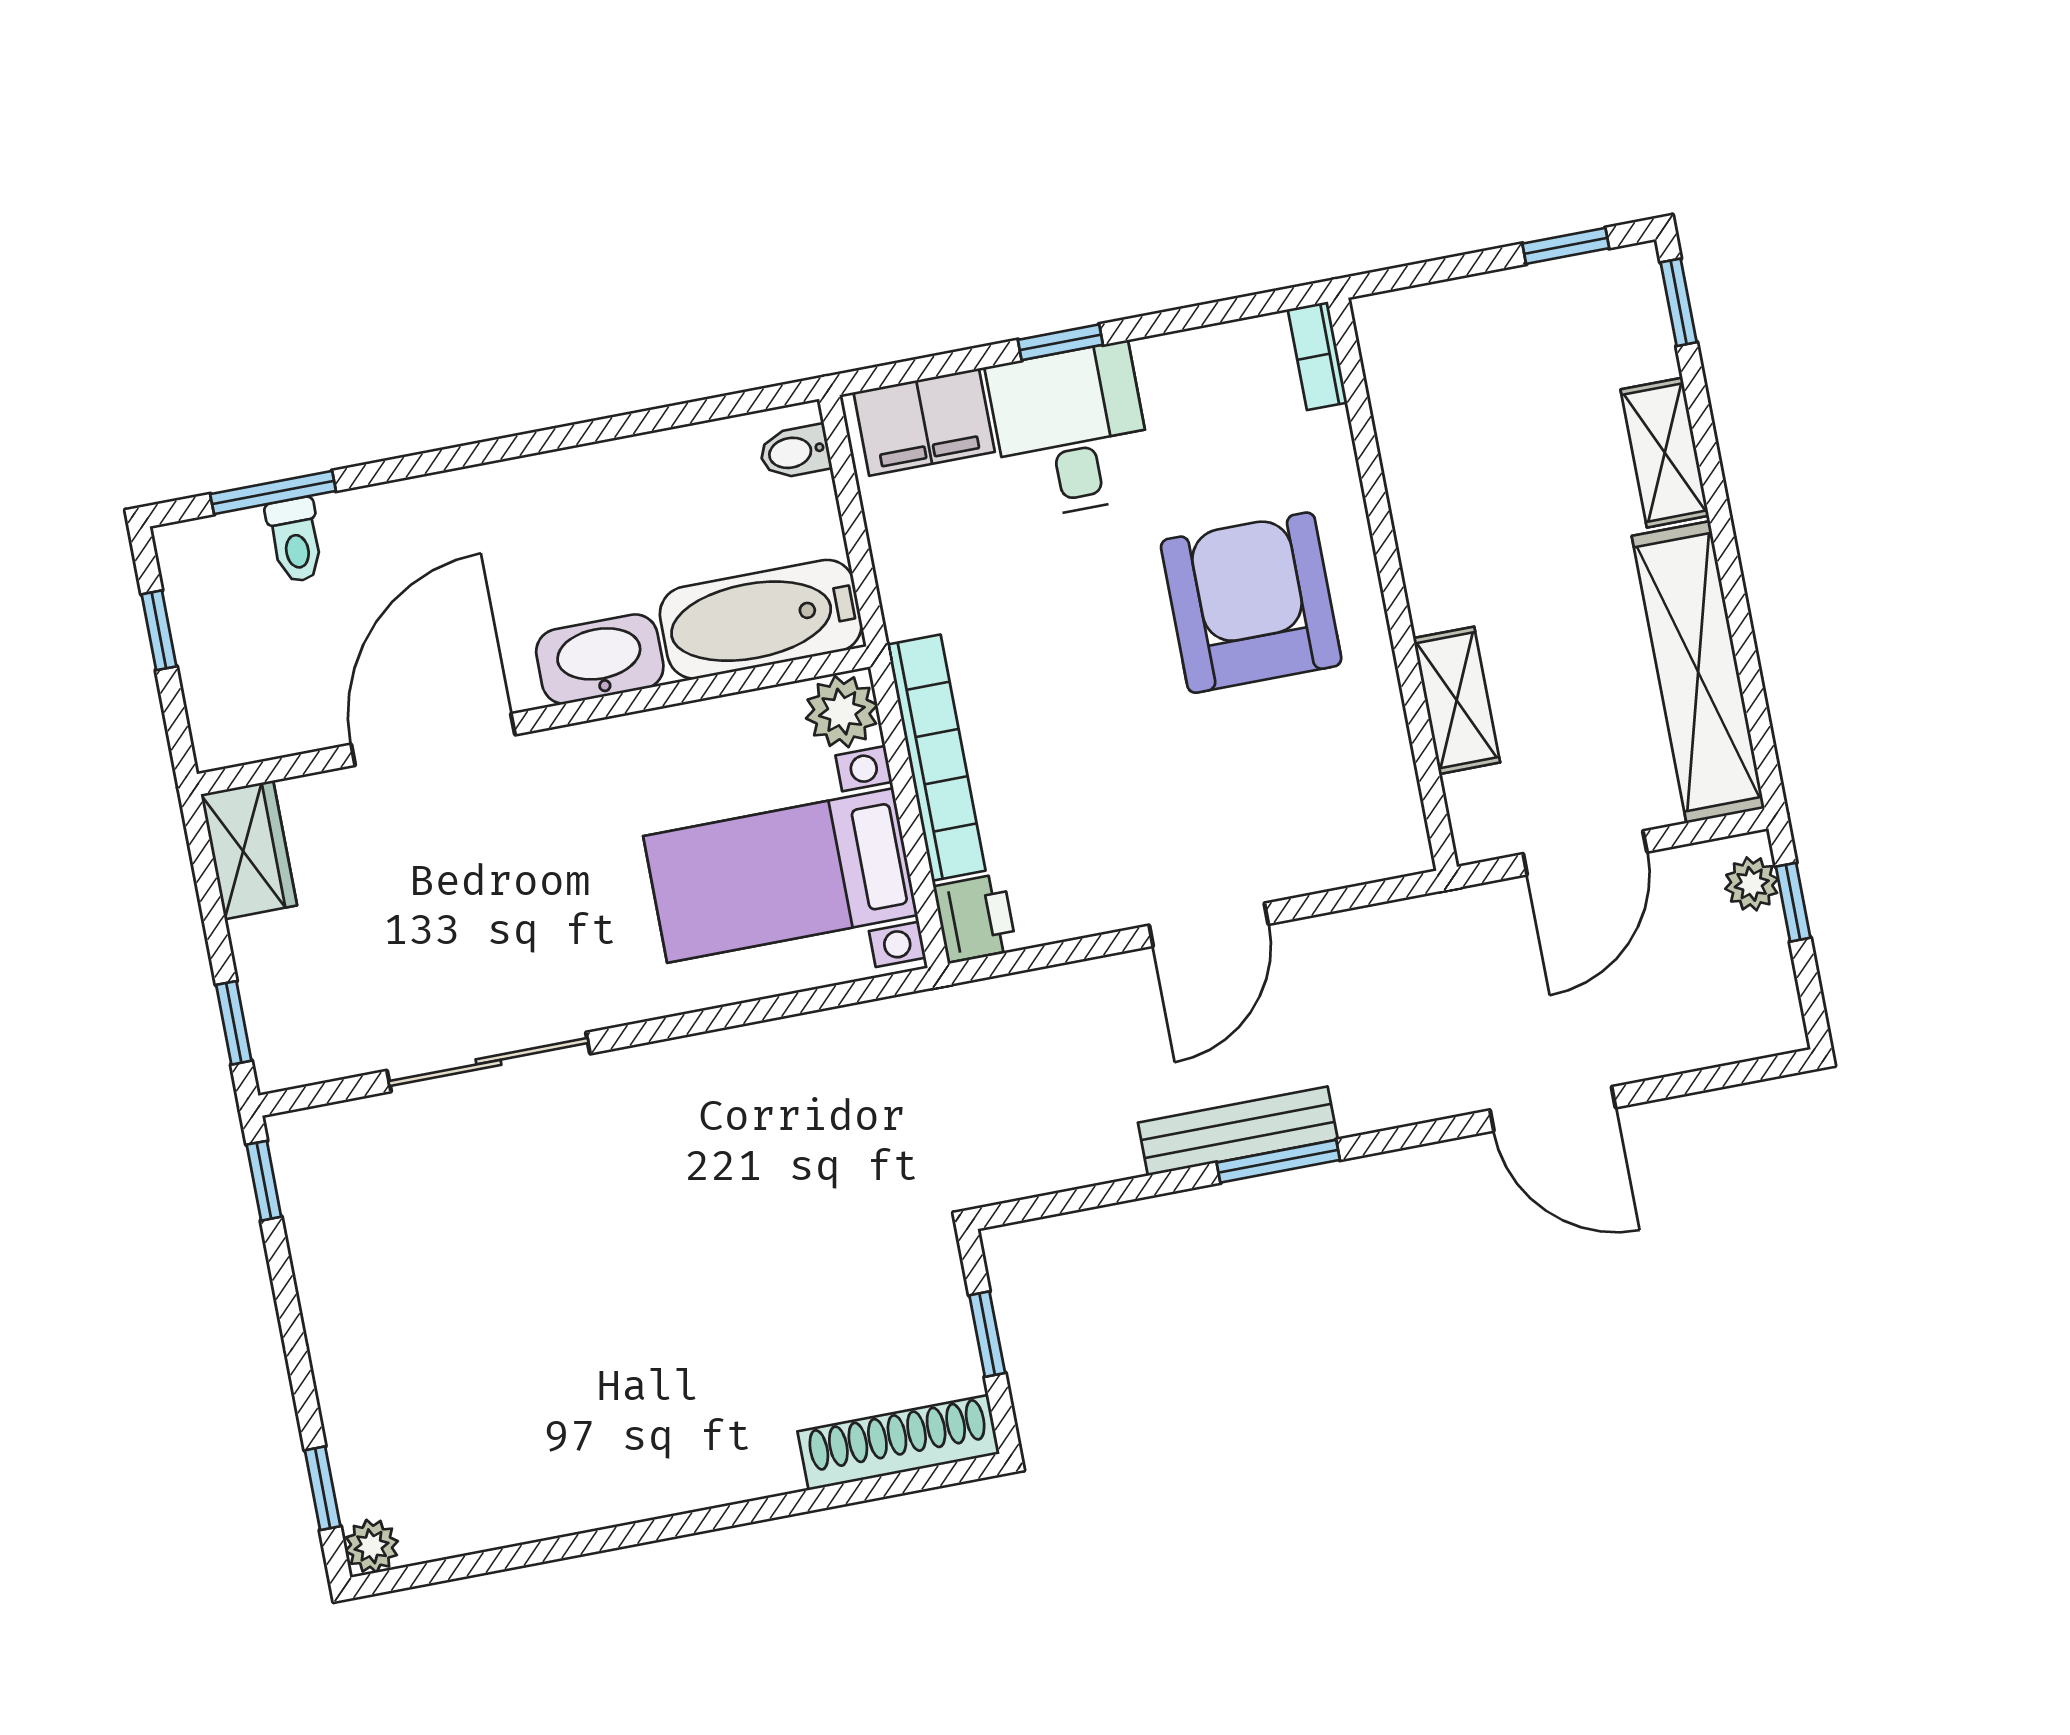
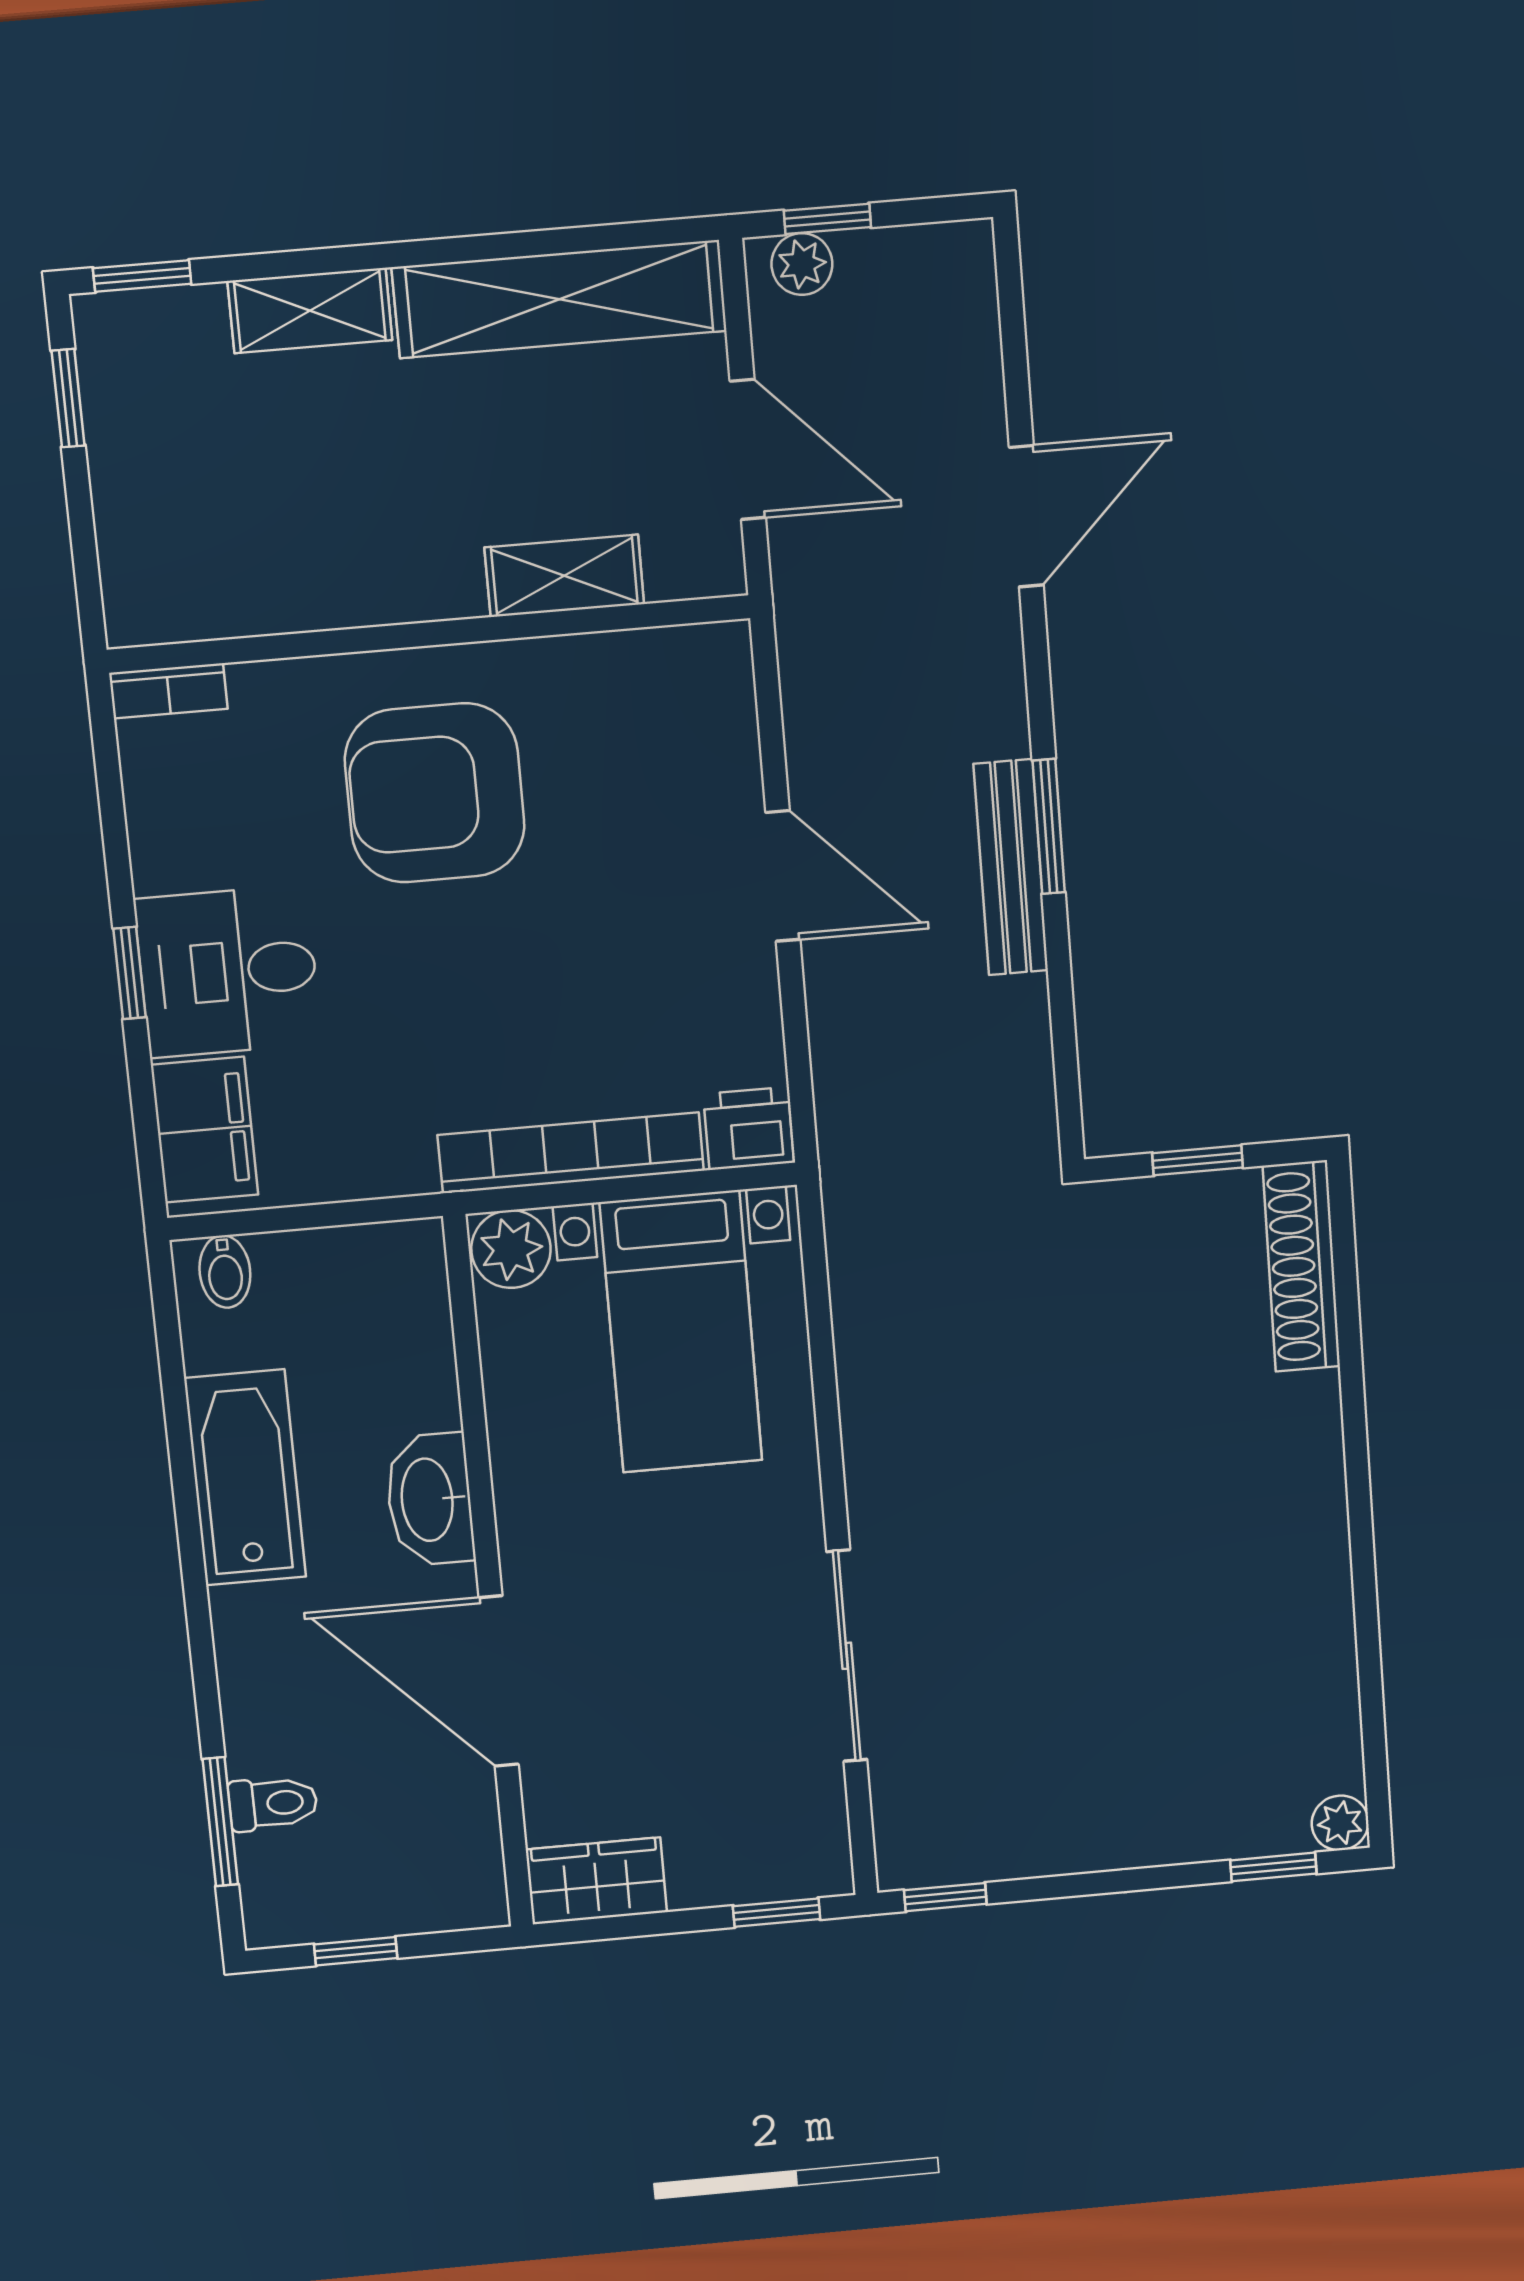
bathtub: (761, 619) -> (245, 1478), moved, turned 180

